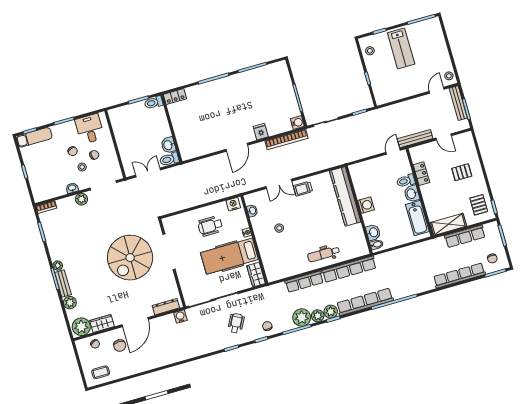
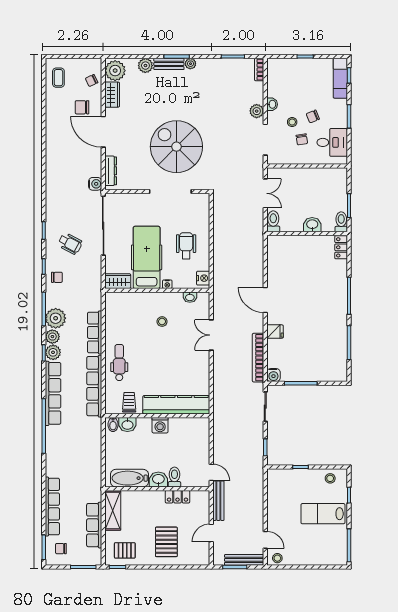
washbasin: (168, 145) -> (312, 225), moved
pallet: (462, 172) -> (166, 542), width x1.50, depth x1.42
trolley: (303, 189) -> (129, 402), moved

